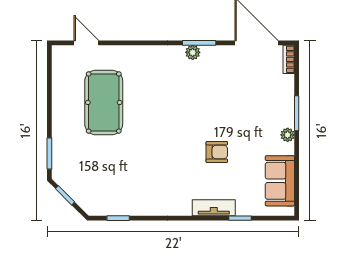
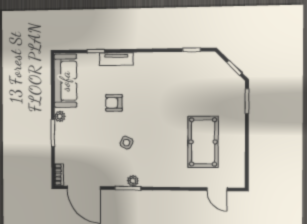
side table: (201, 101) -> (126, 143), added
sofa: (280, 181) -> (65, 81), width x1.36

